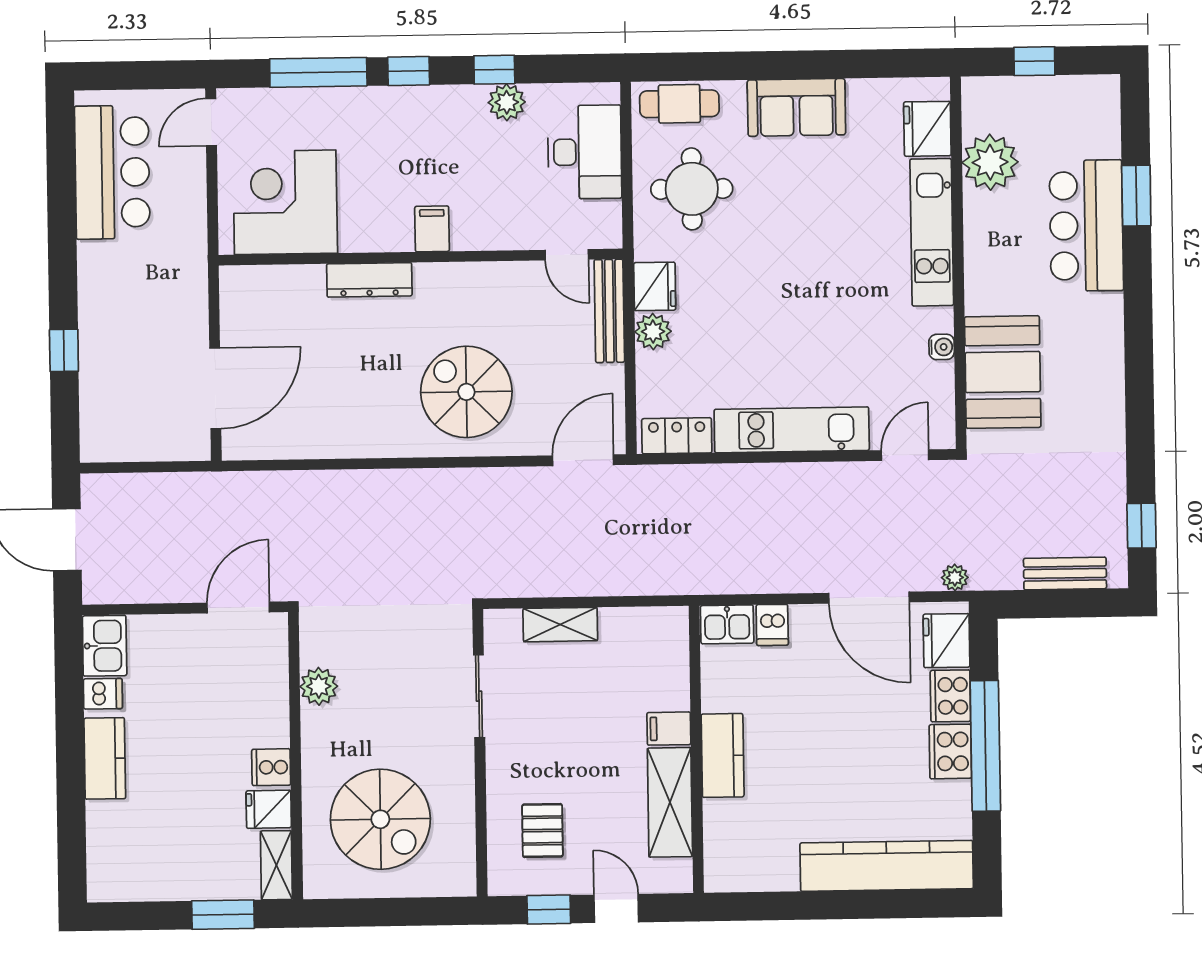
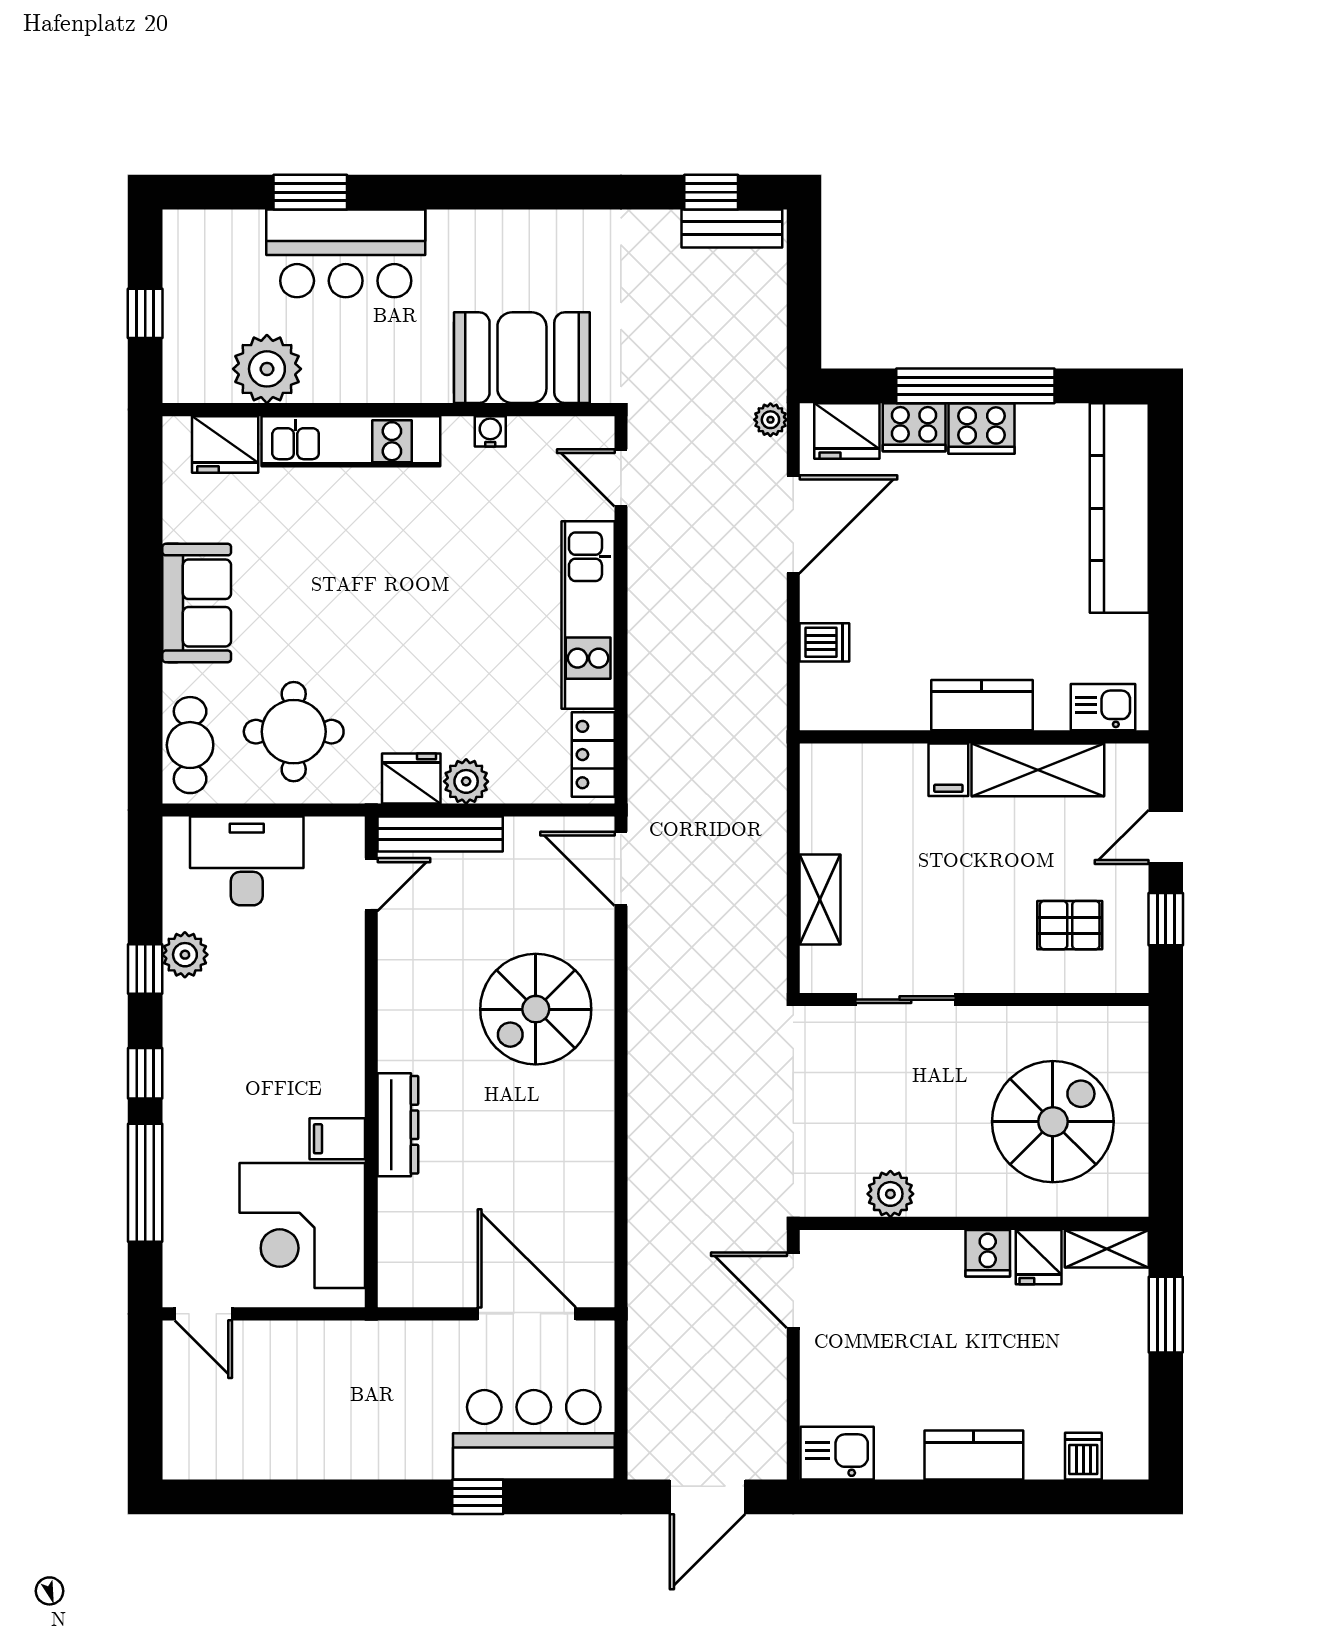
bar counter: (112, 172) -> (534, 1435), moved
filing cabinet: (432, 229) -> (337, 1139), moved
bench: (1065, 573) -> (732, 228), moved, turned 90
kitchen sink: (727, 624) -> (1103, 707), moved, turned -90
dishwasher: (103, 694) -> (1083, 1456), moved

